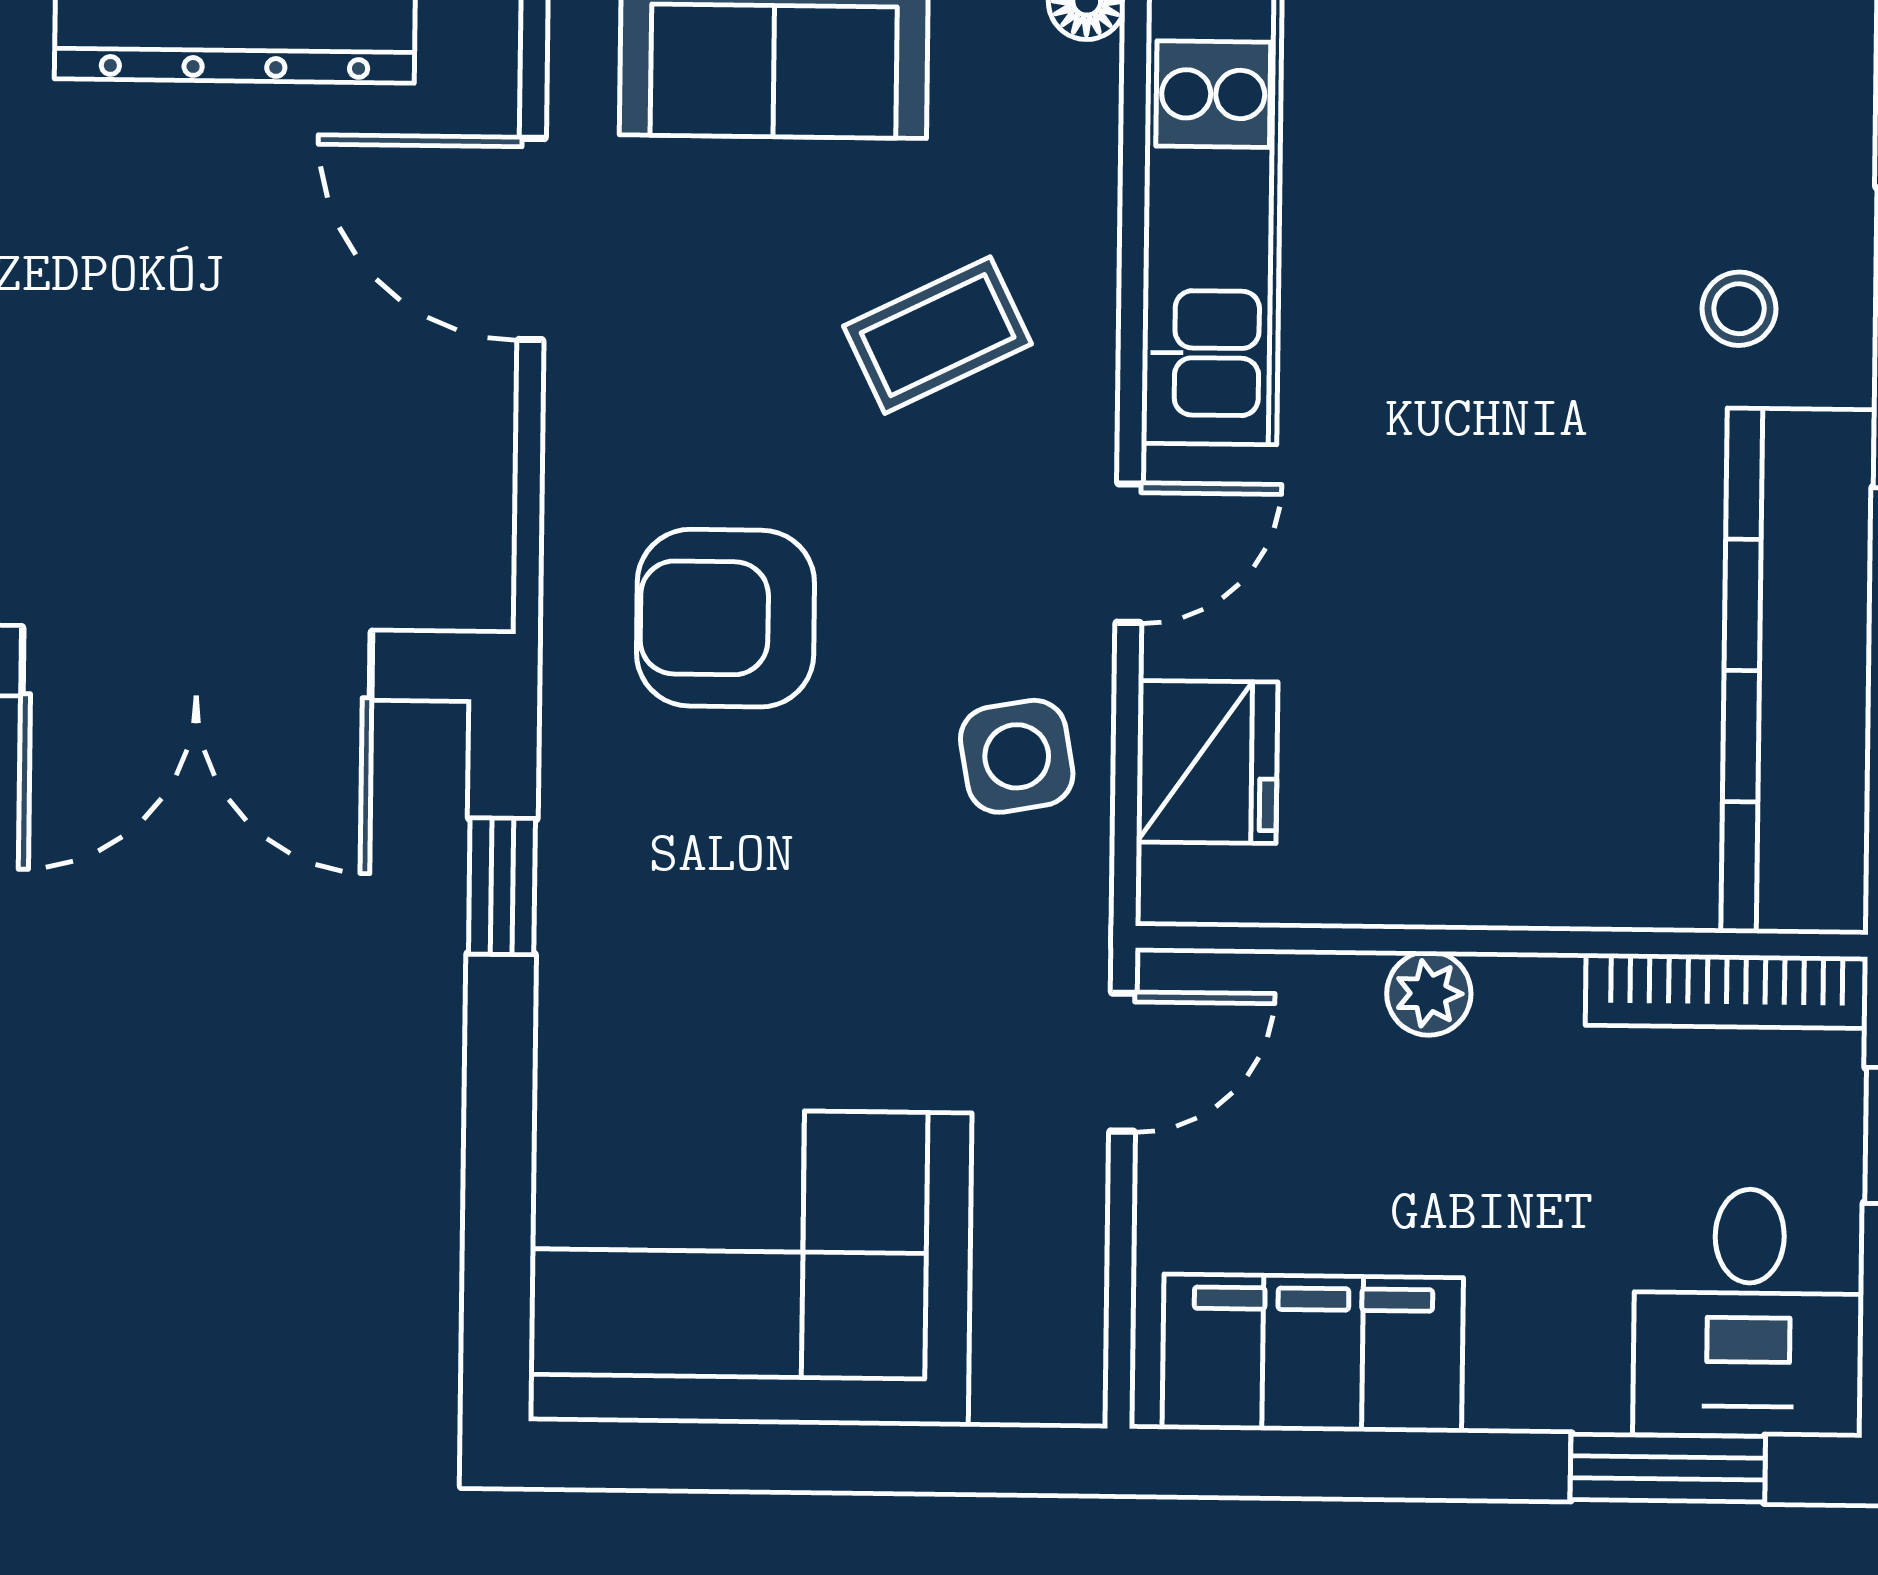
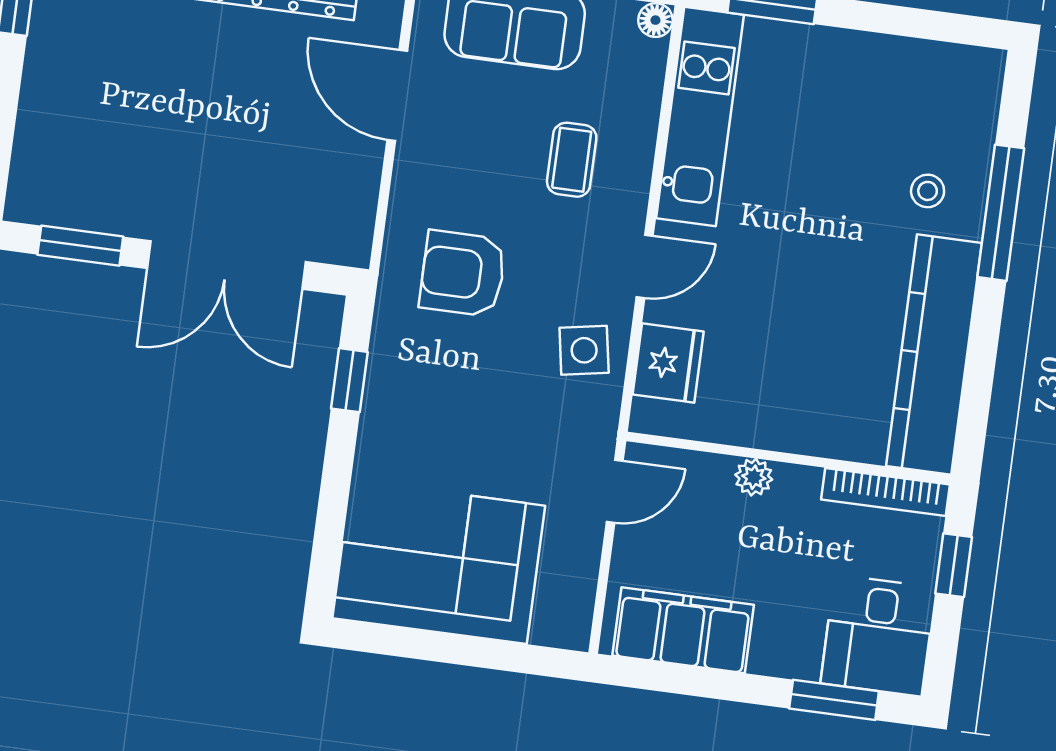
coffee table: (938, 335) -> (572, 160), turned -64

